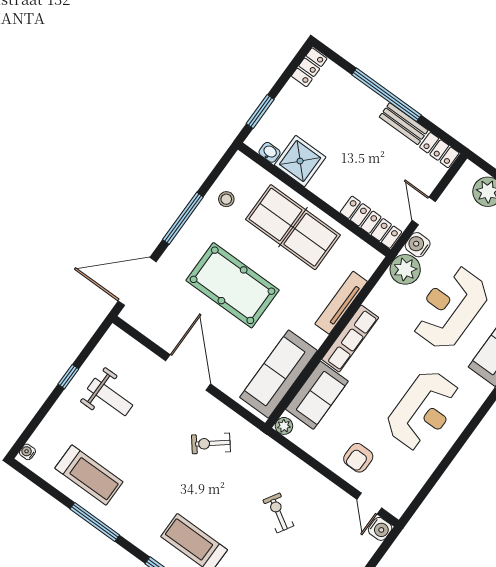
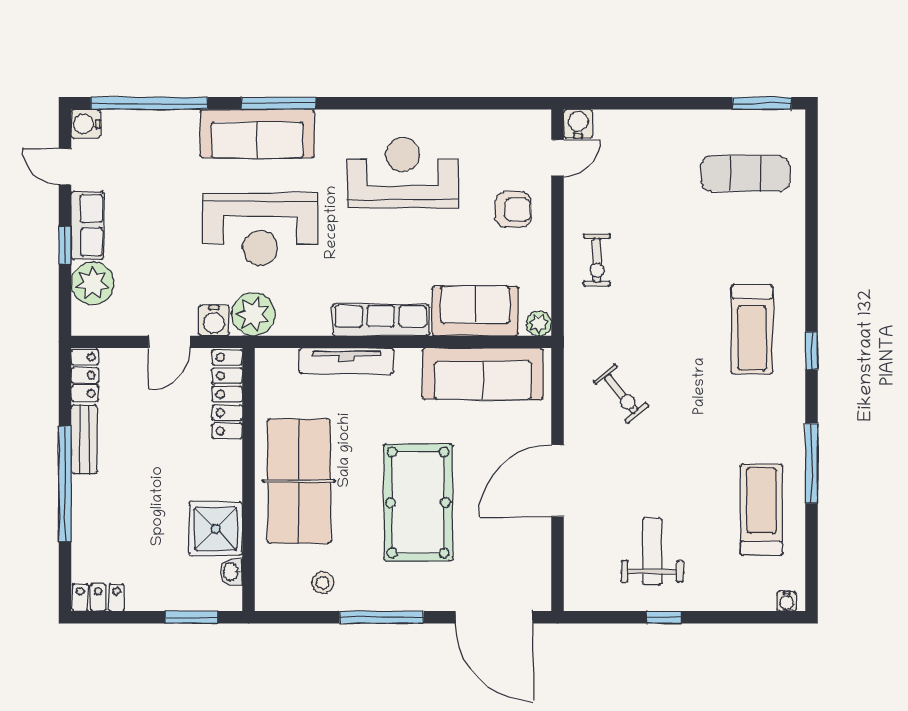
exercise bike: (278, 513) -> (597, 260), moved, turned -31

